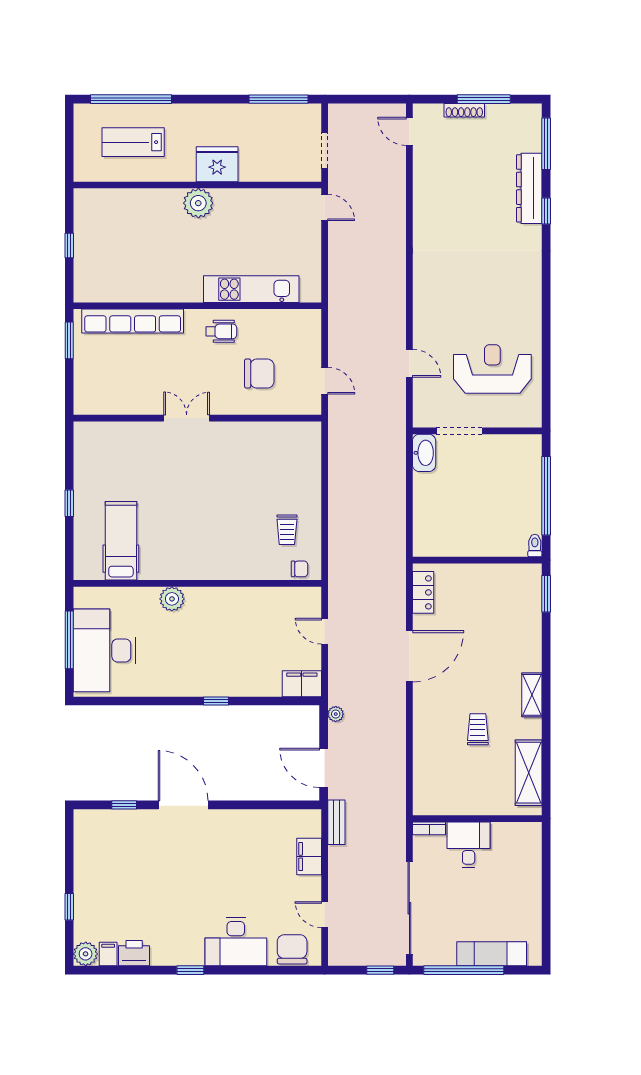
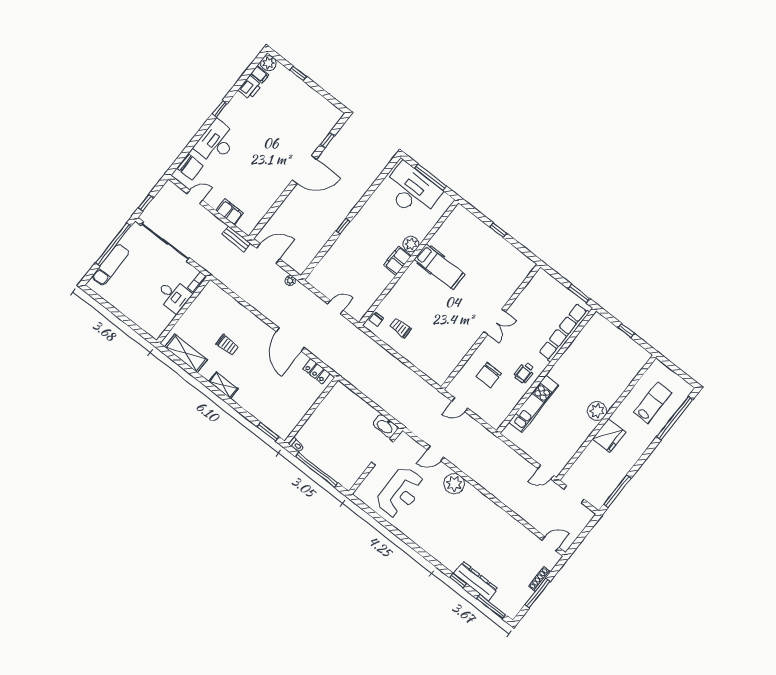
plant: (429, 310) -> (454, 484), added
hospital bed: (121, 541) -> (440, 267), moved
filing cabinet: (302, 684) -> (398, 260), moved, turned 180

